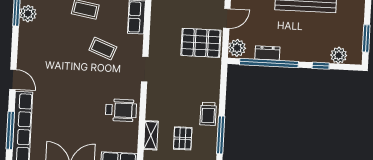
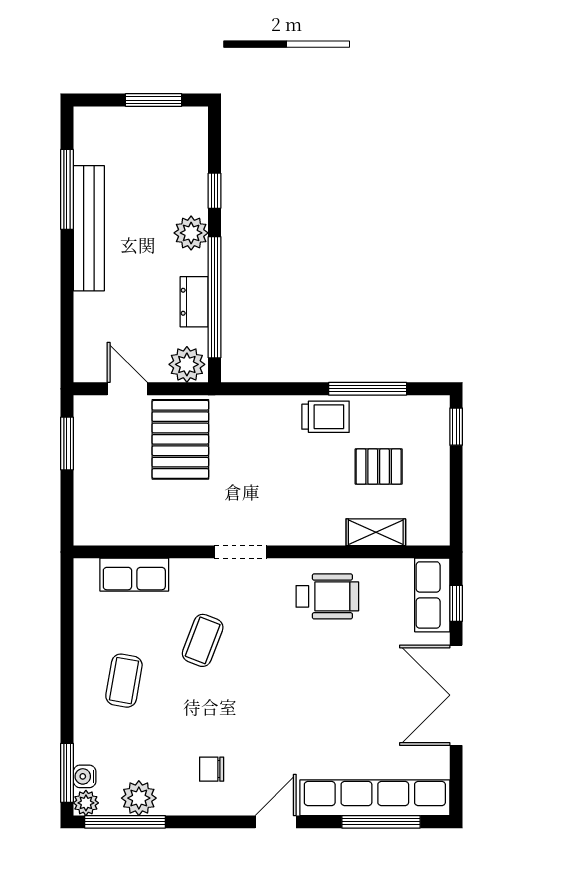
chair: (40, 50) -> (212, 769), added
plant: (339, 55) -> (191, 233), moved
wheelchair: (121, 110) -> (327, 596), turned 90

